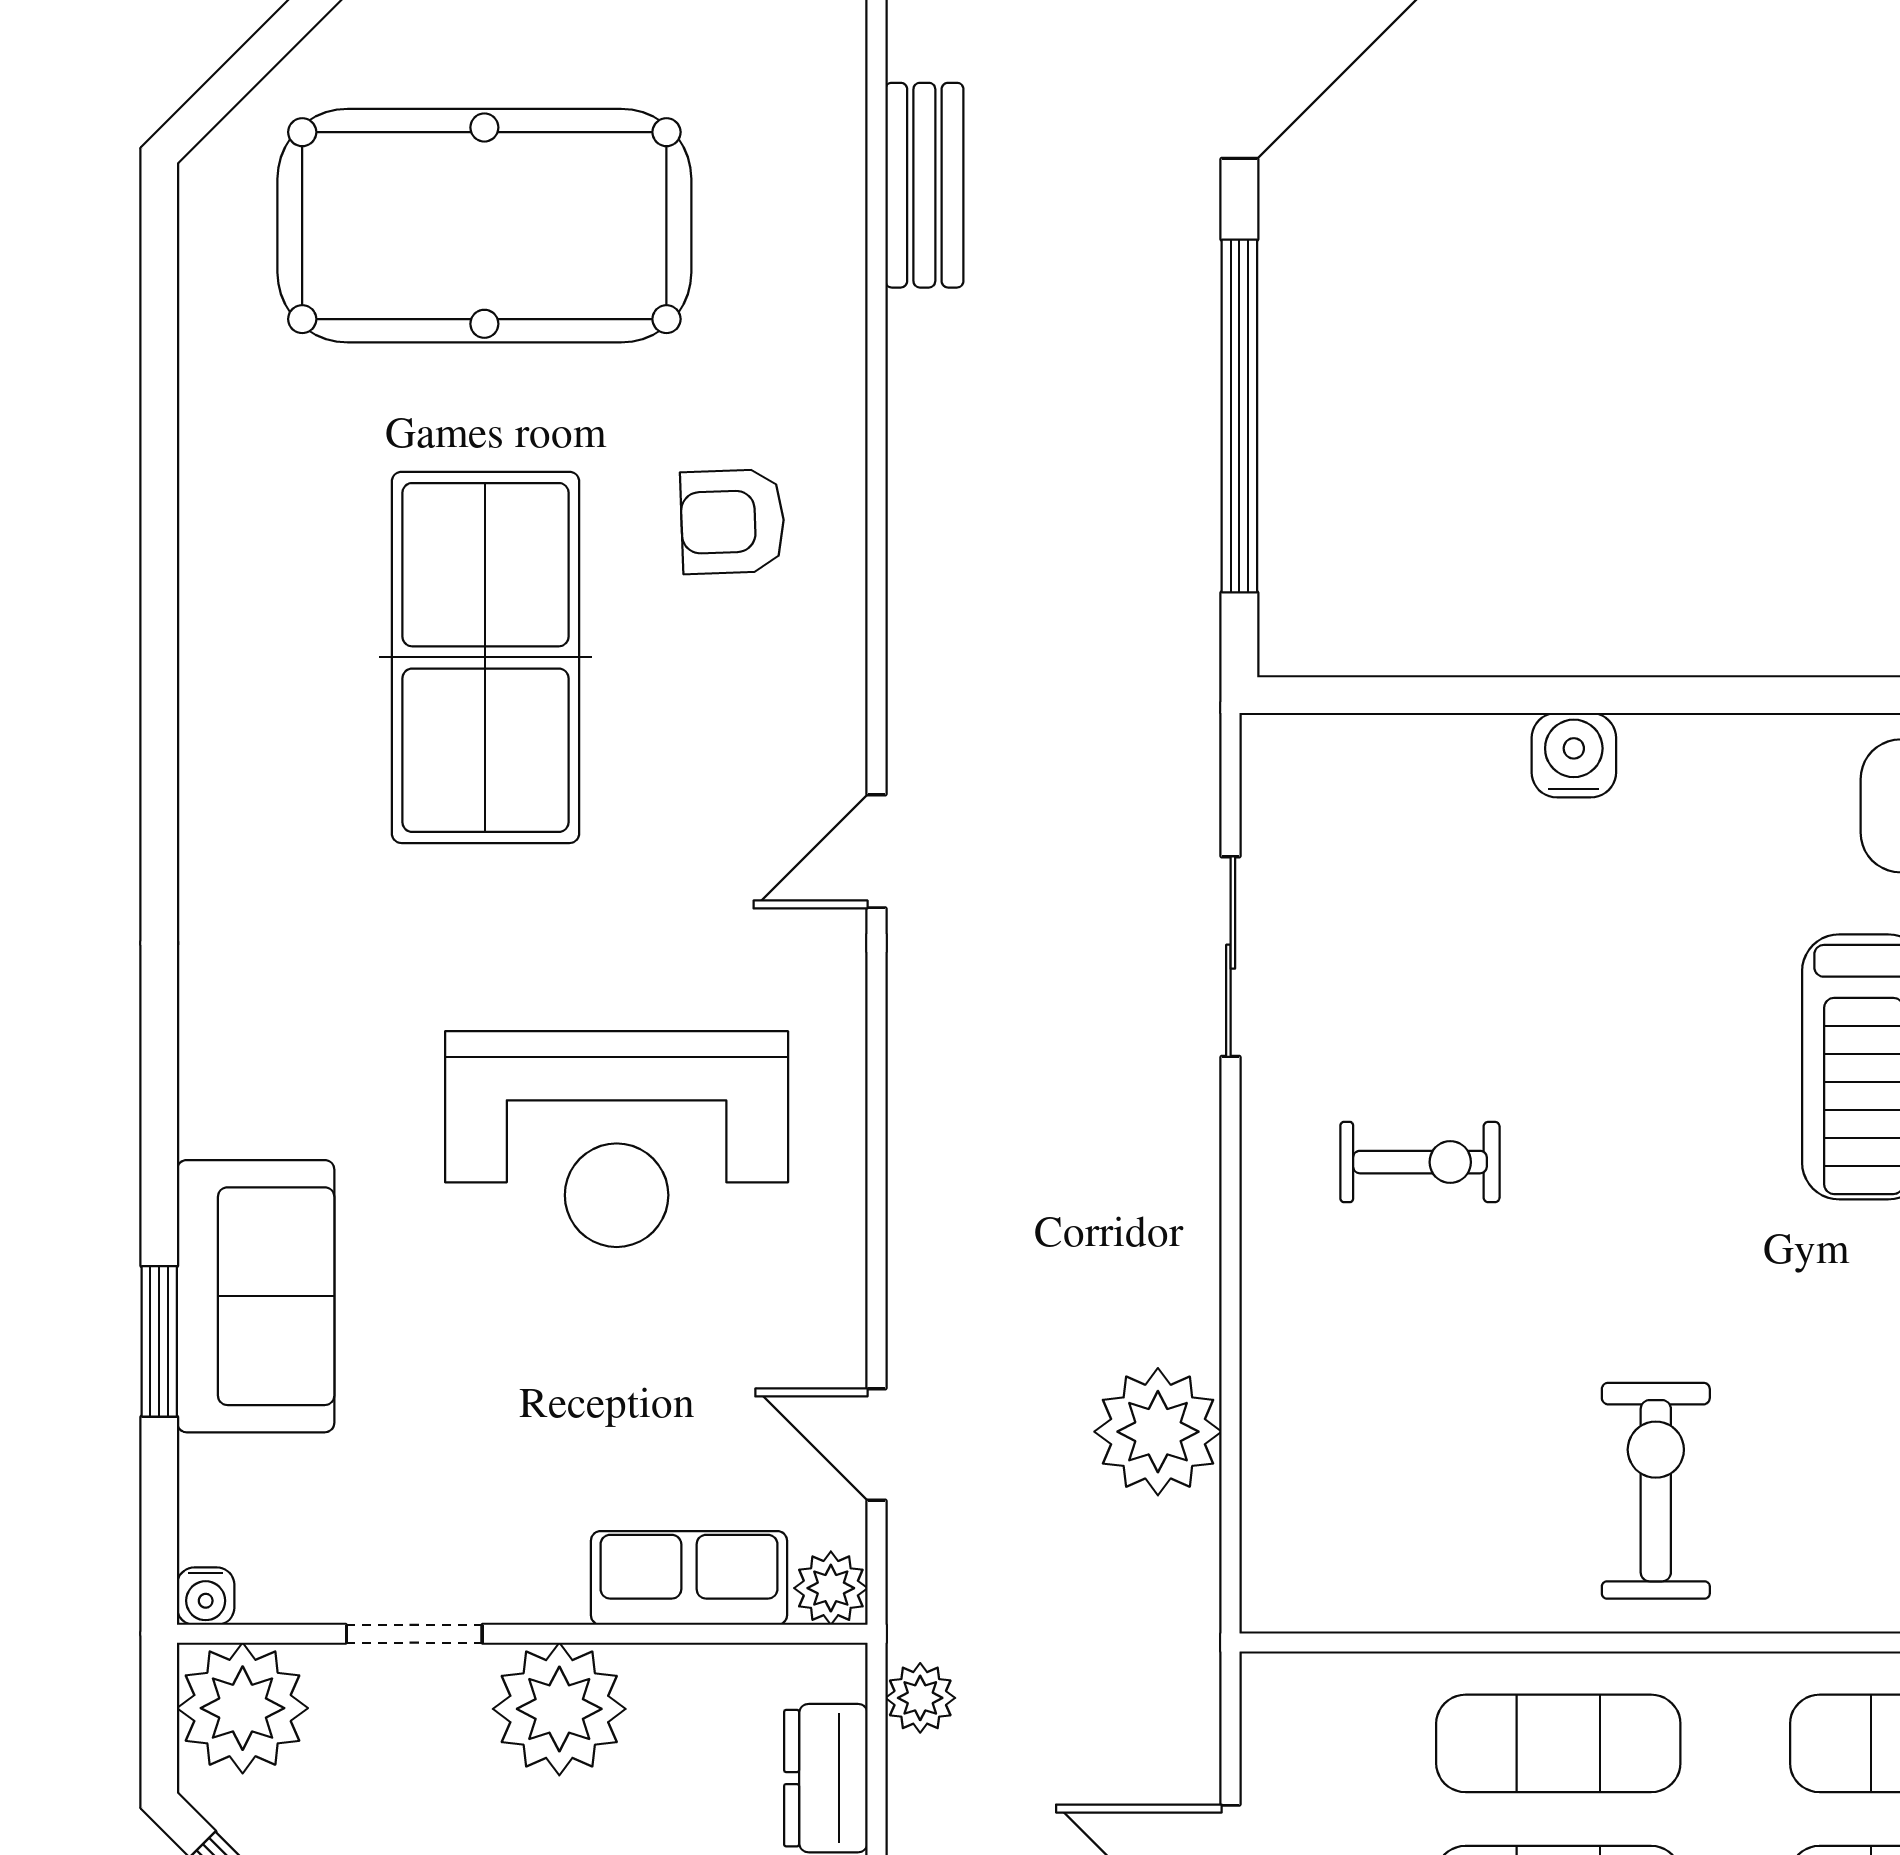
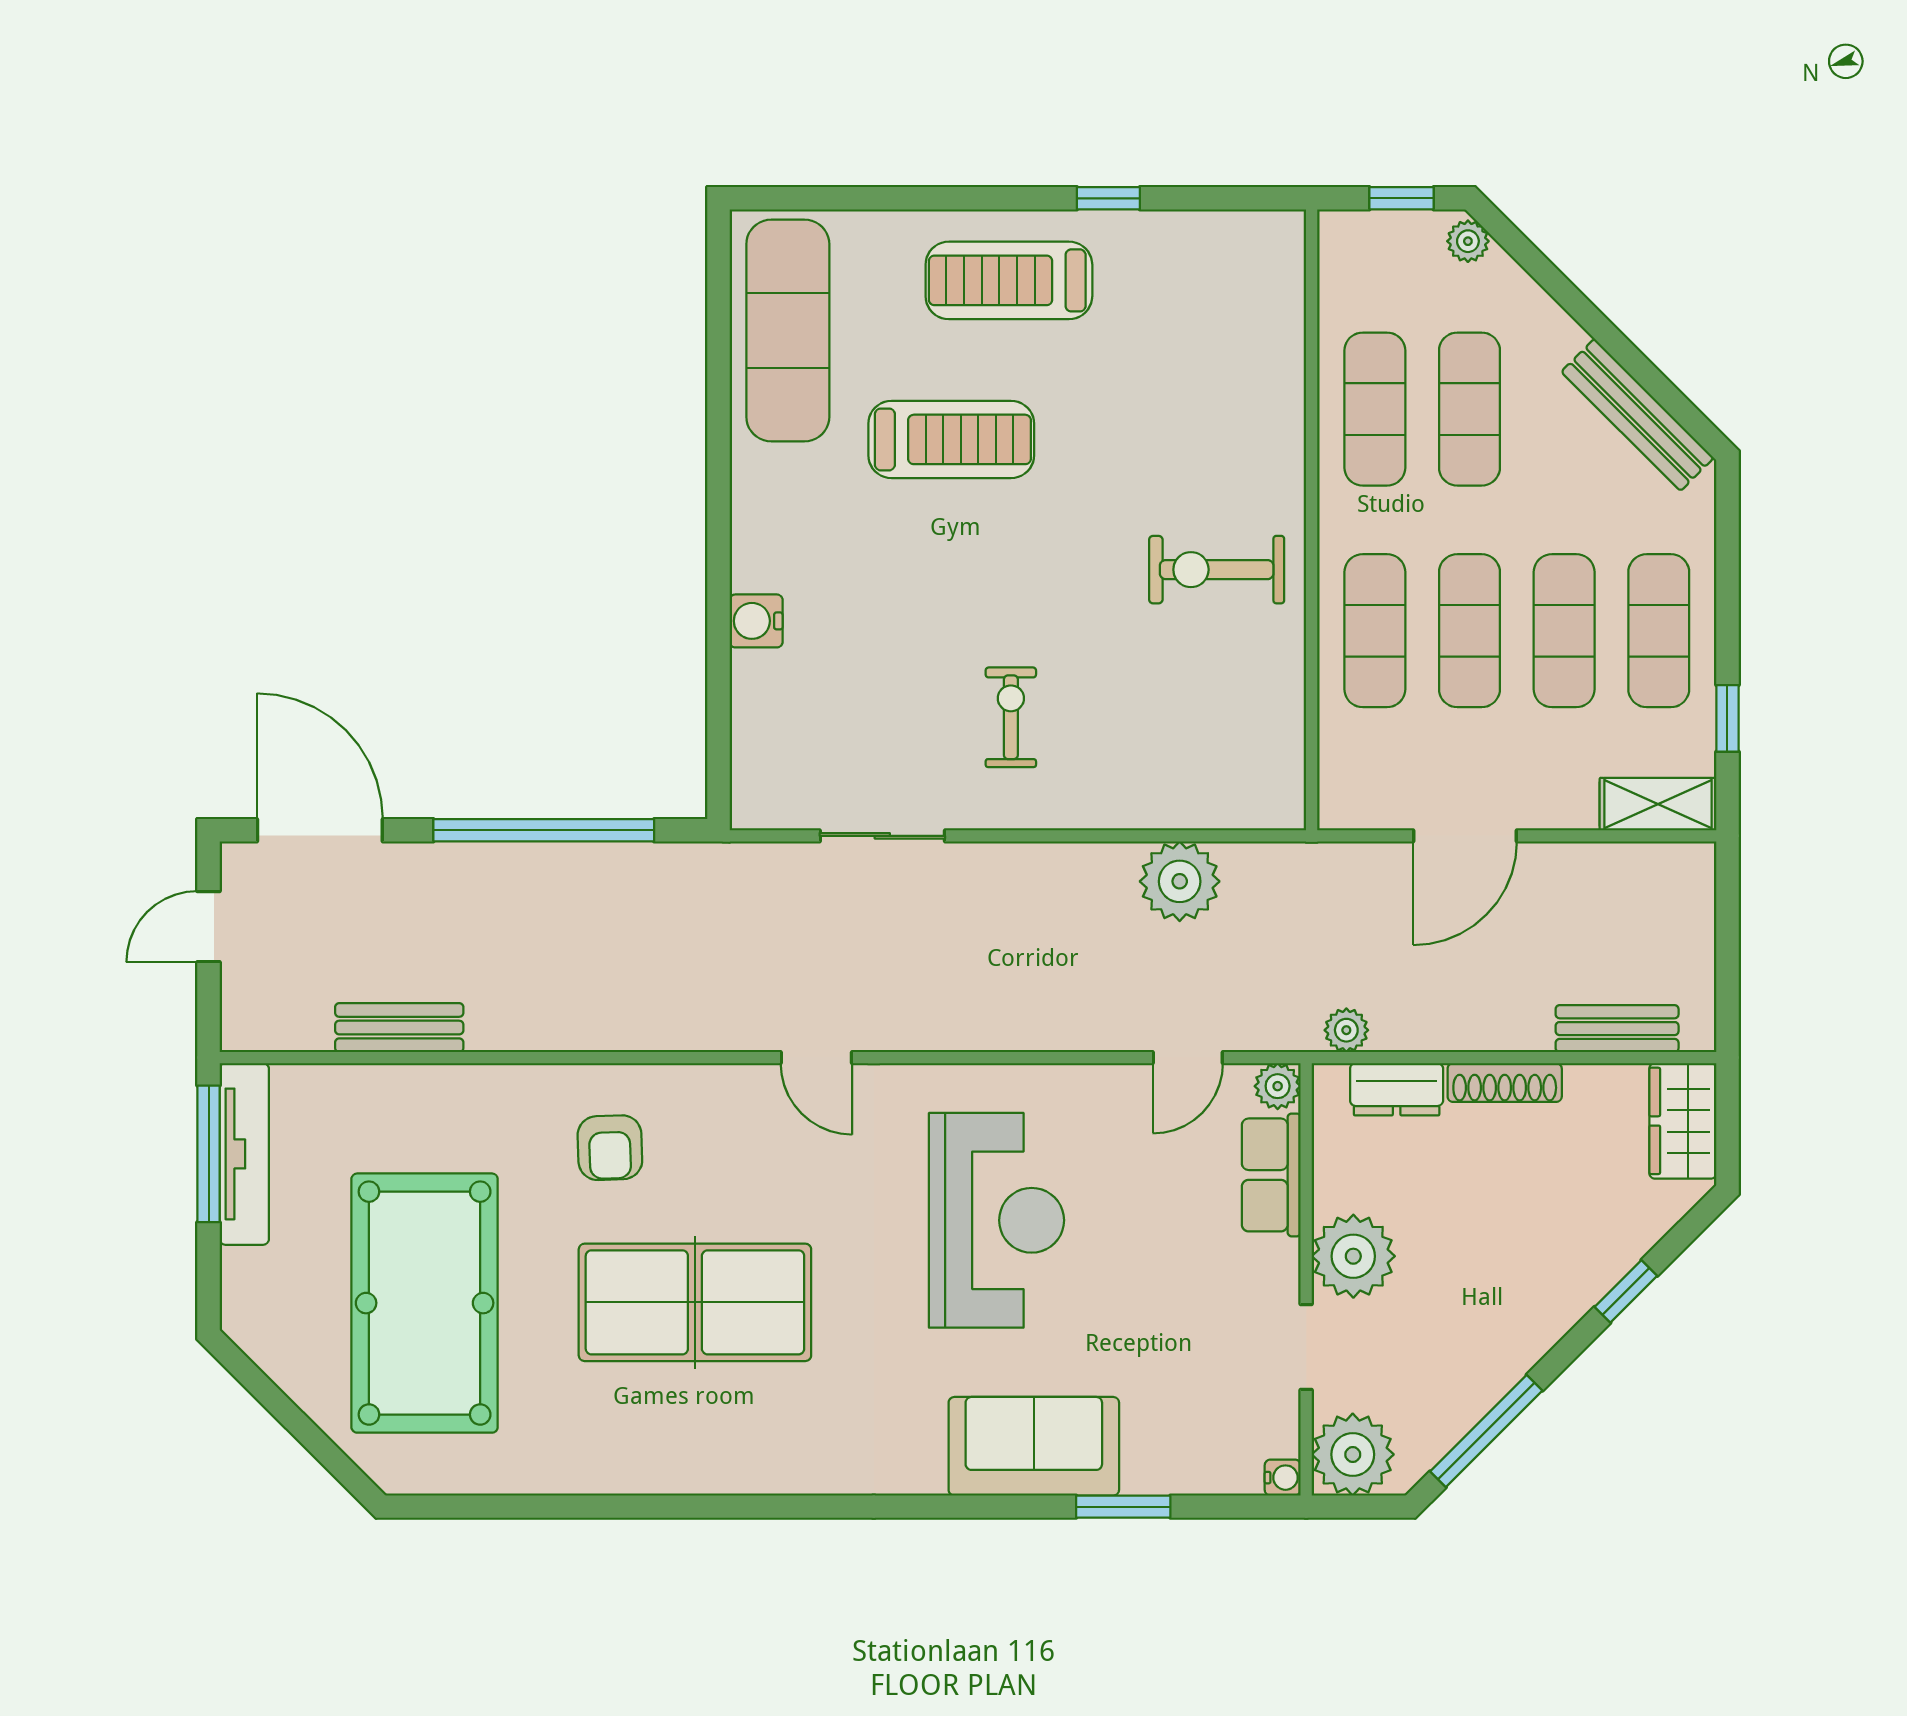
sofa: (256, 1296) -> (1034, 1446), moved

